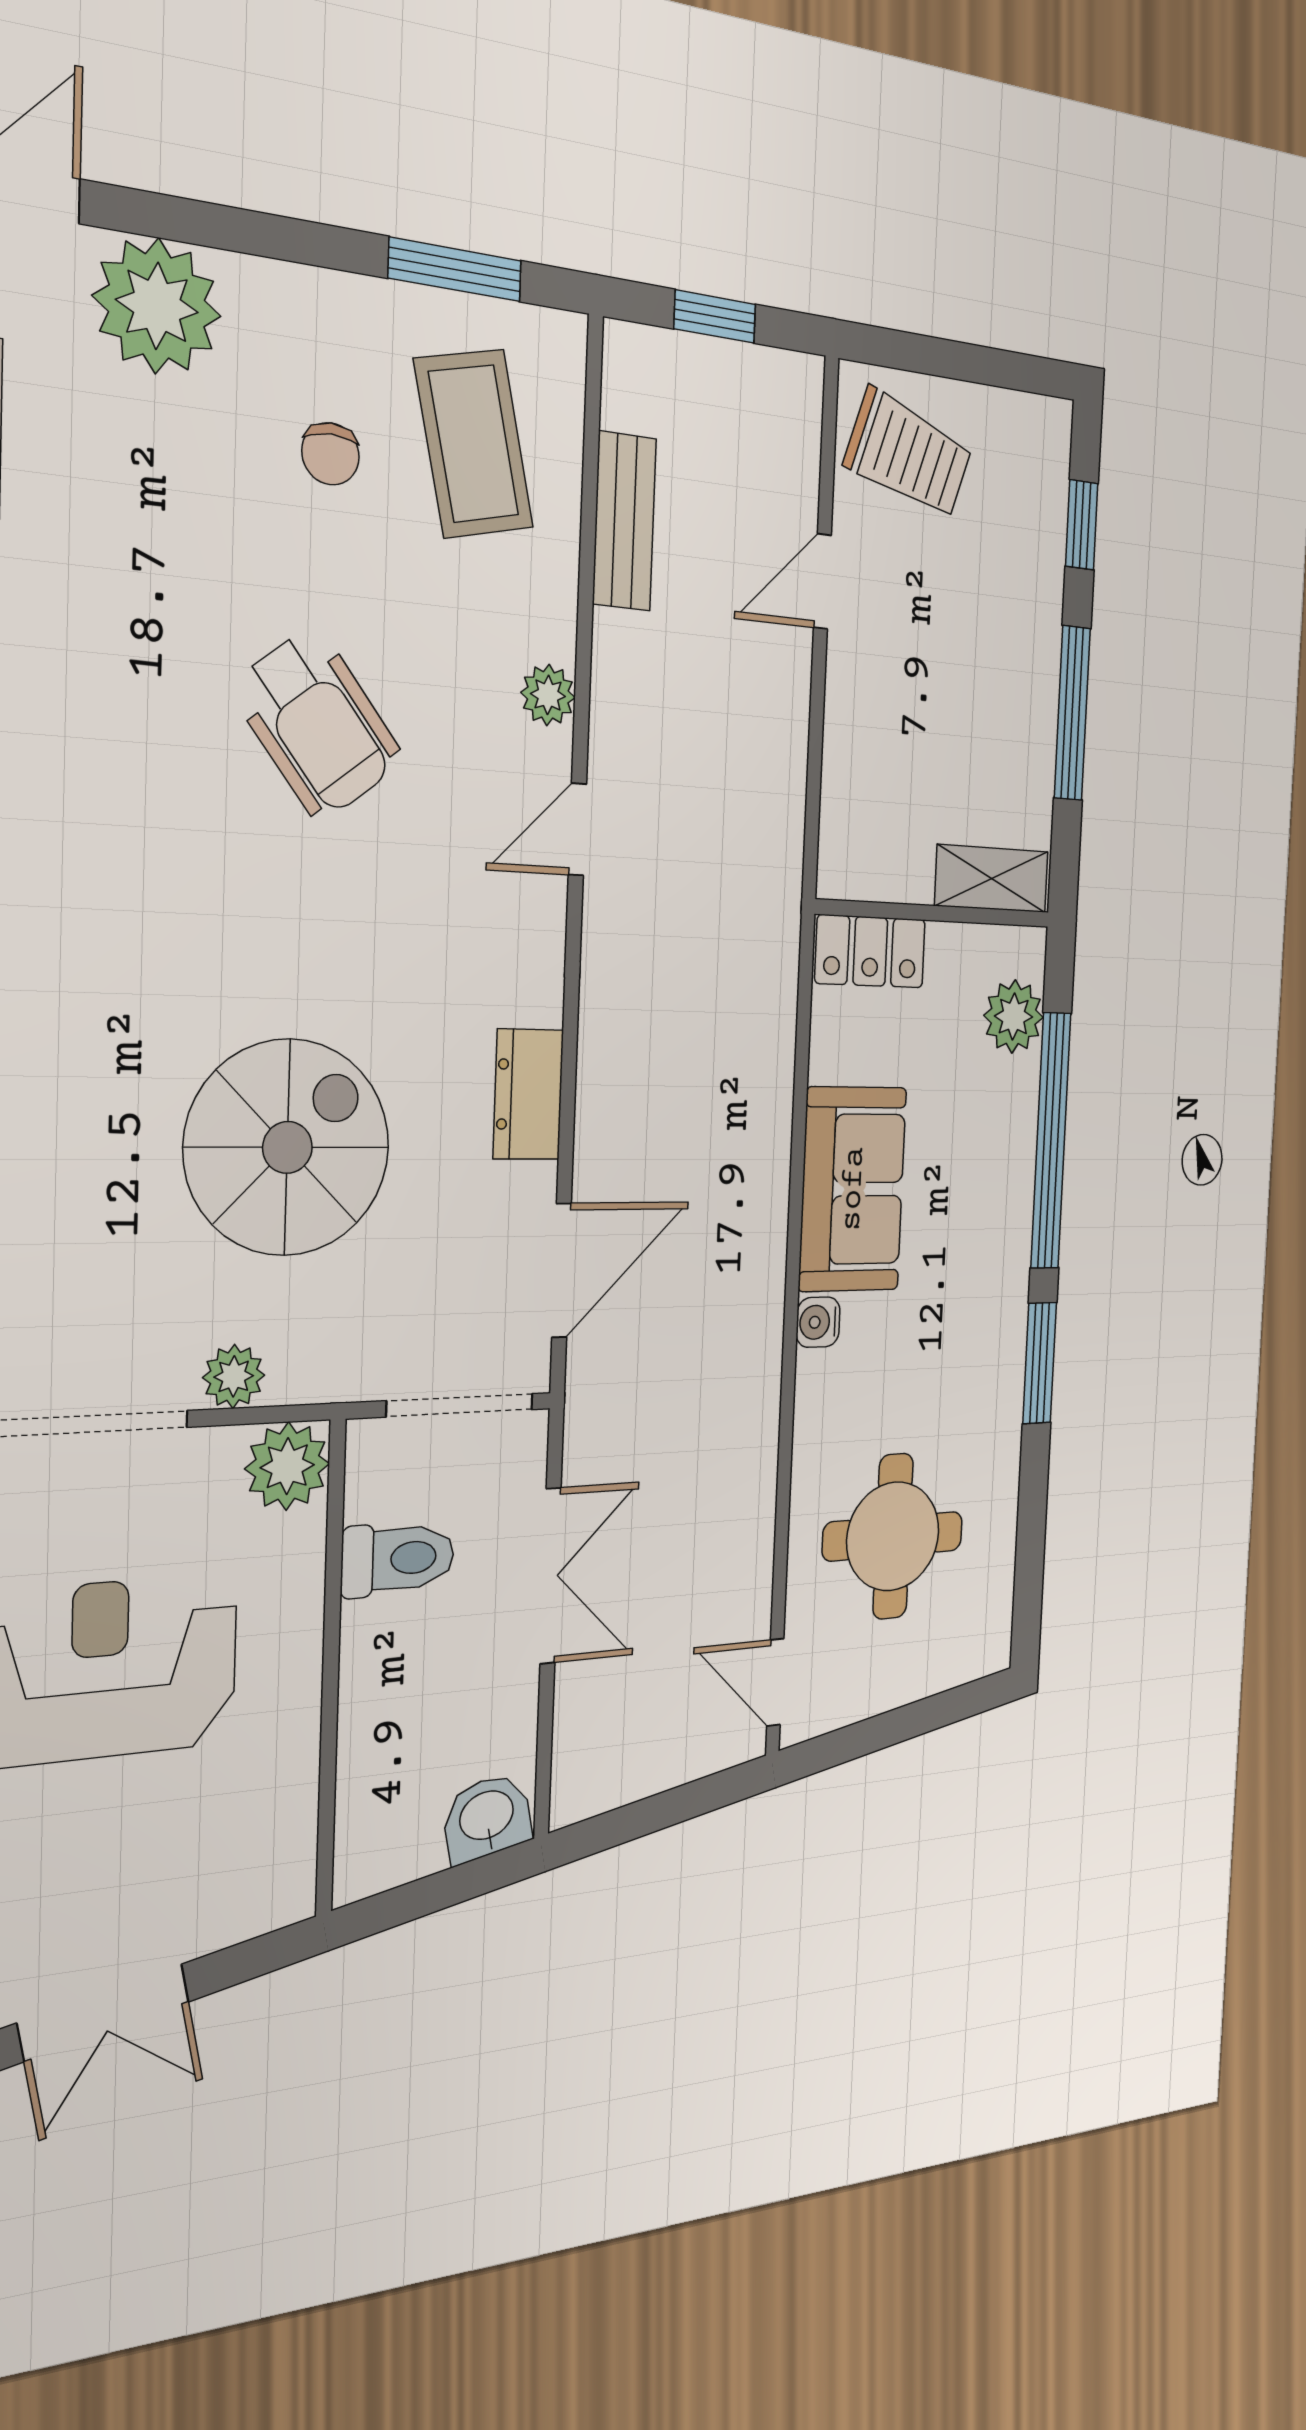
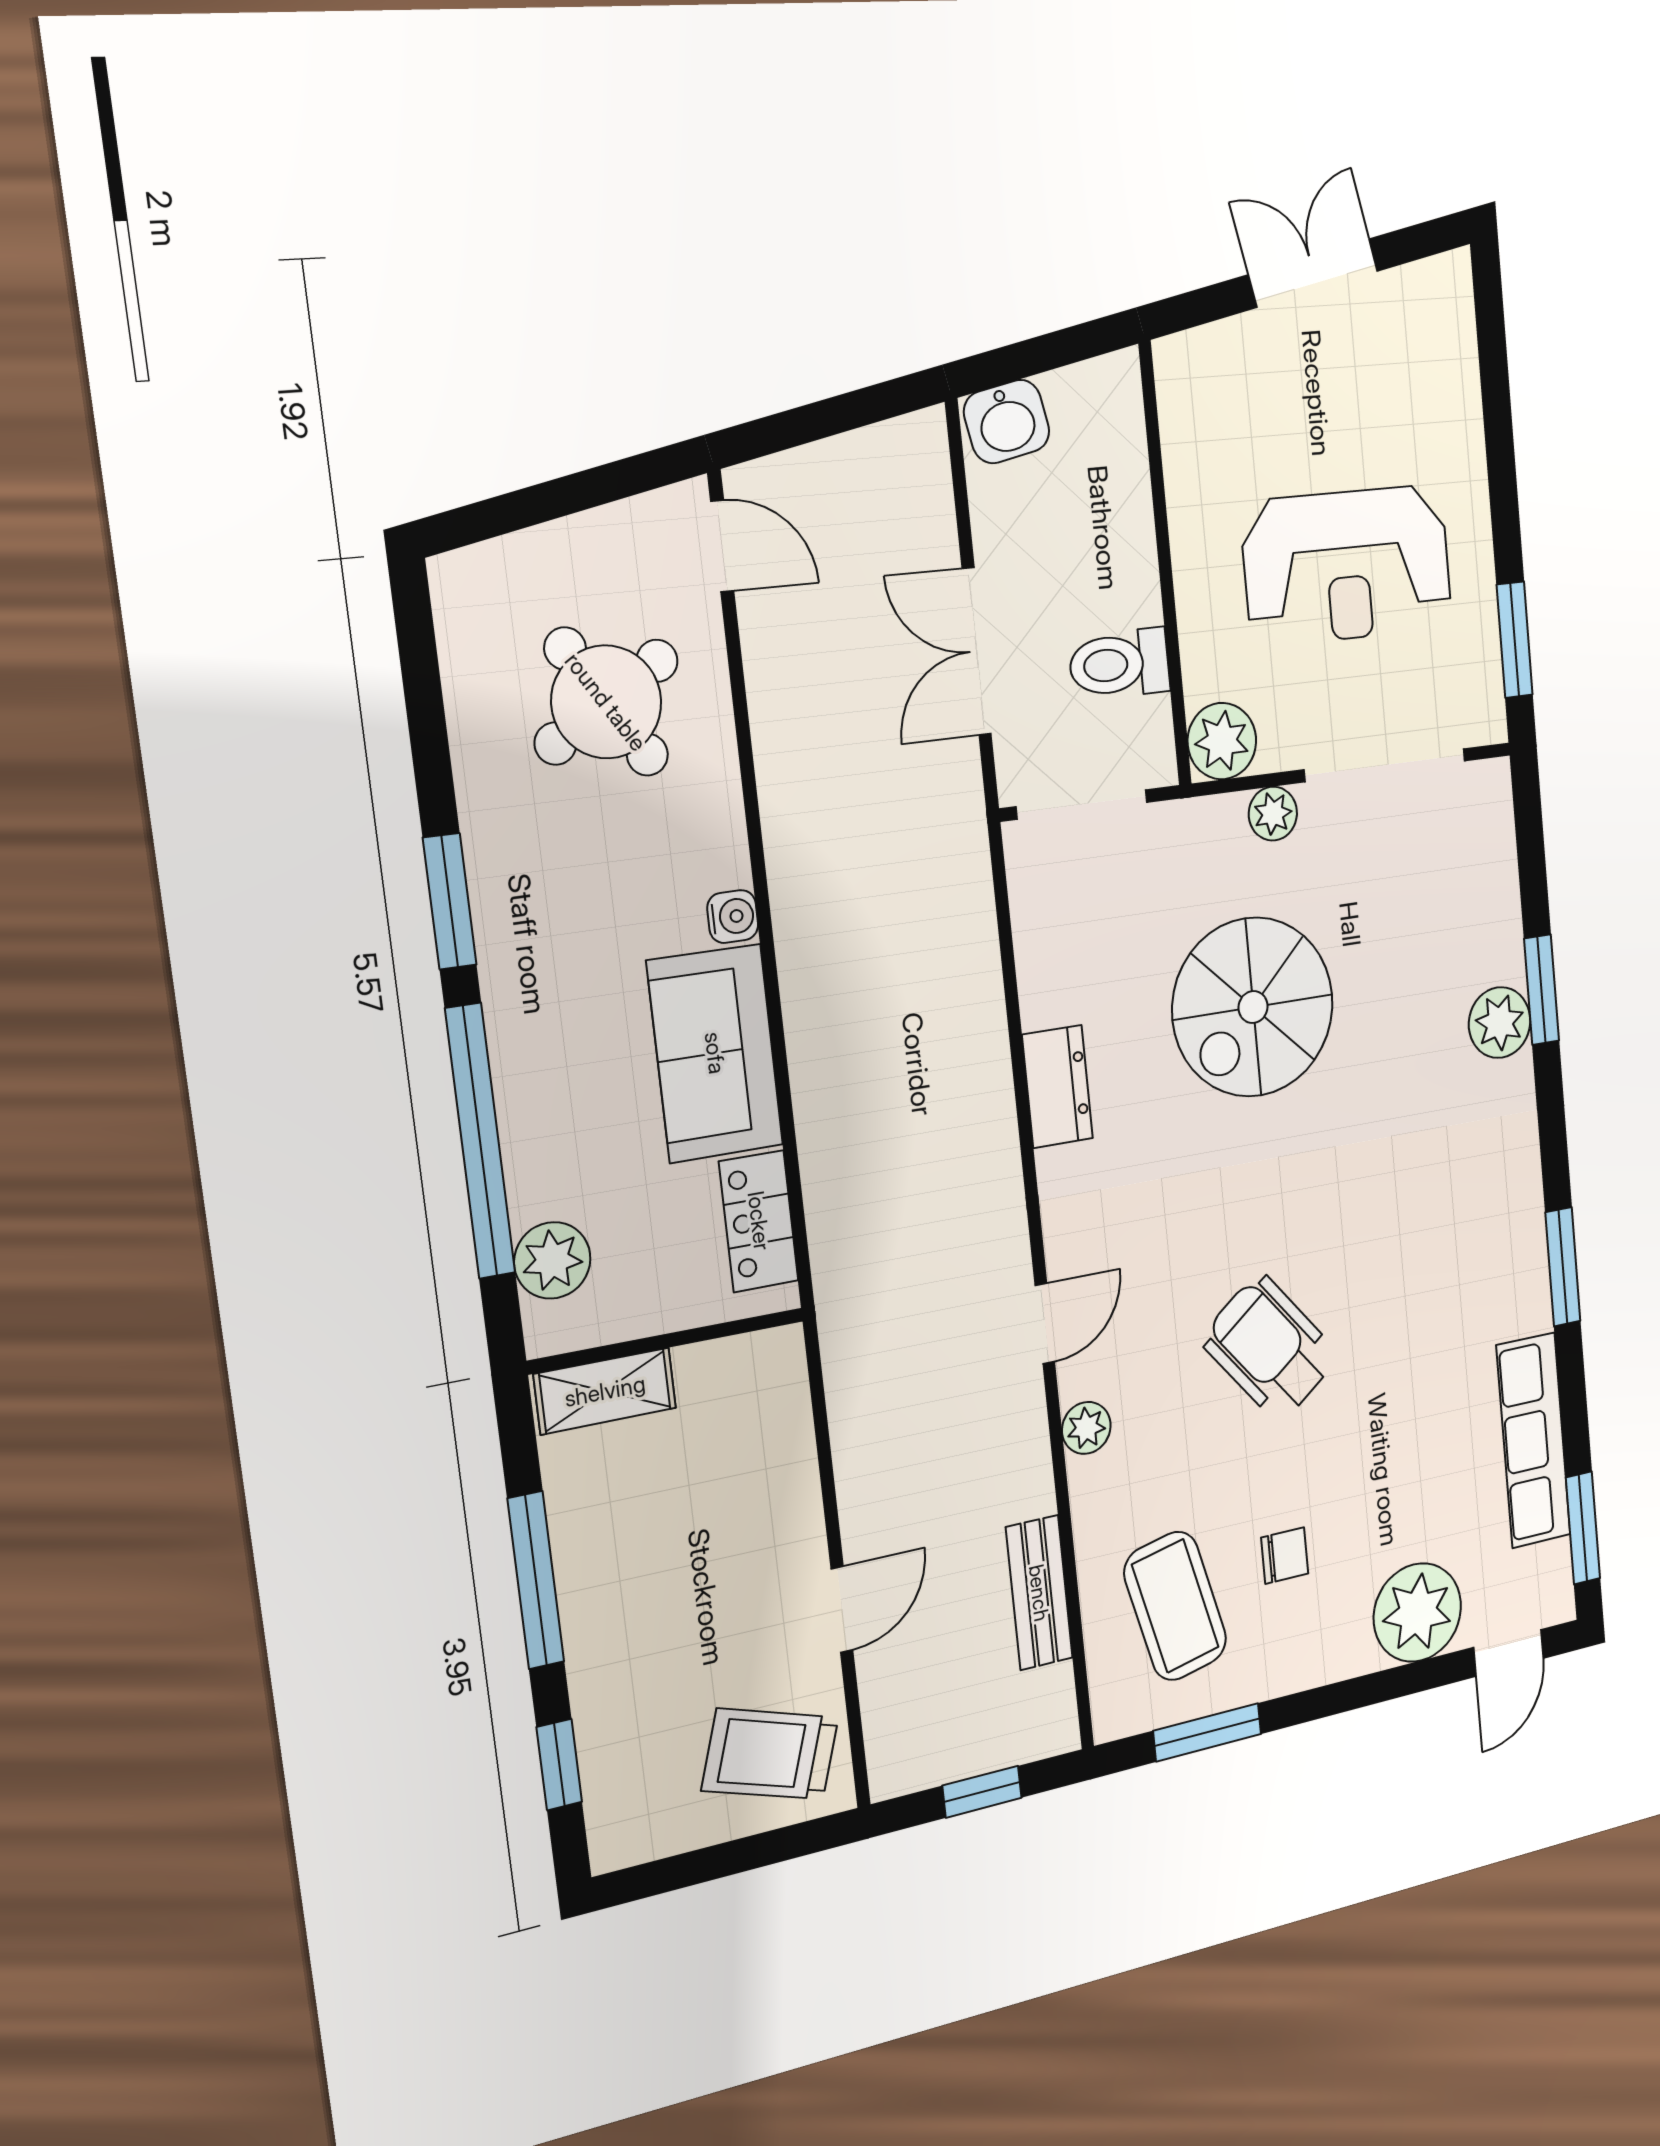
chair: (330, 454) -> (1285, 1556), turned 90
locker: (870, 951) -> (759, 1221), moved, turned -90
door: (561, 1270) -> (1005, 935), removed
round table: (893, 1536) -> (606, 702), turned -32

